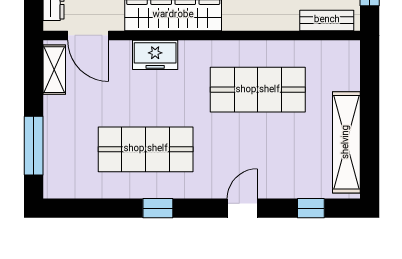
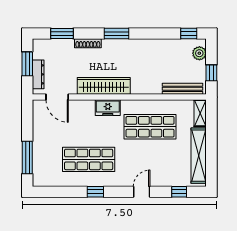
bench: (327, 20) -> (183, 89), width x1.36
freezer: (155, 55) -> (108, 108), moved
shelving: (54, 70) -> (200, 113), moved

